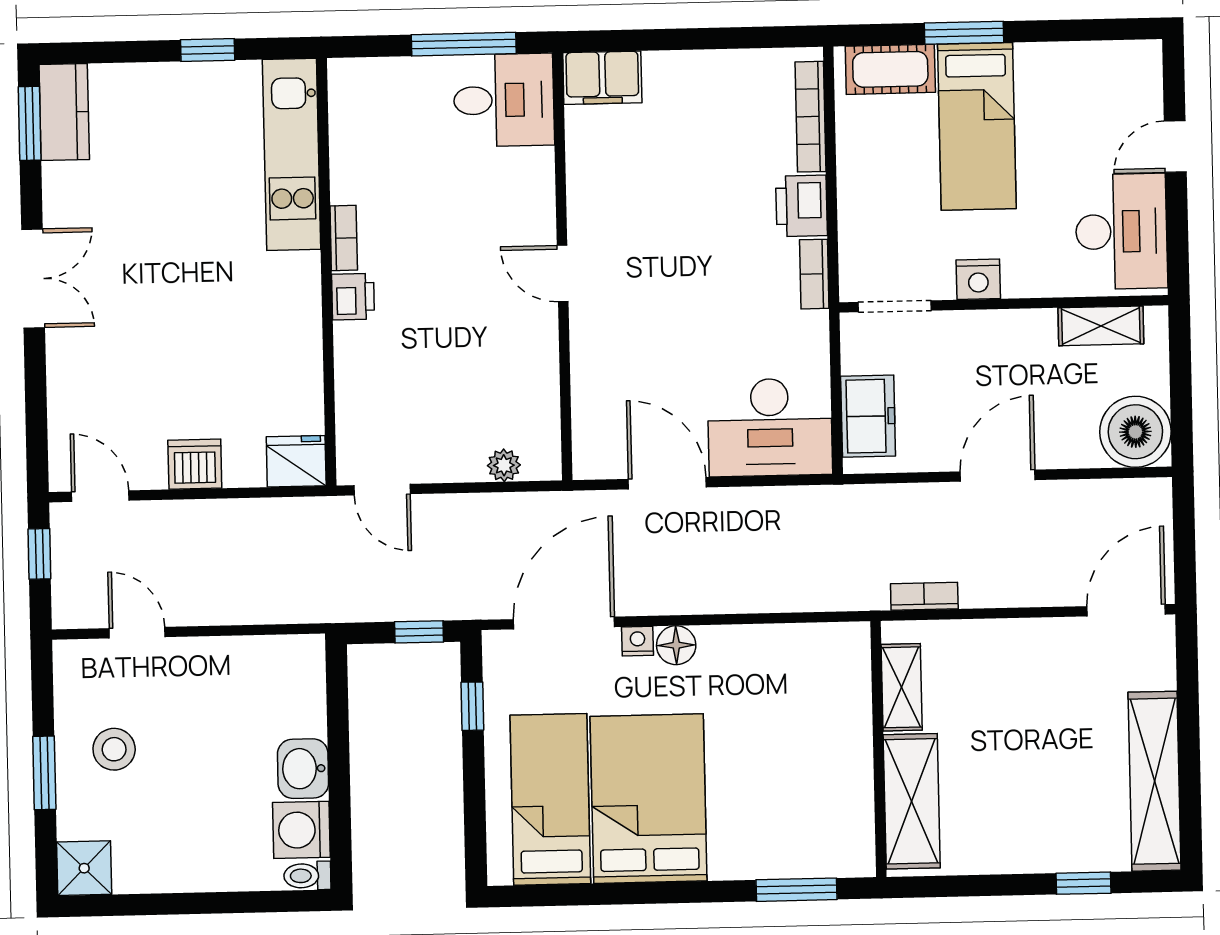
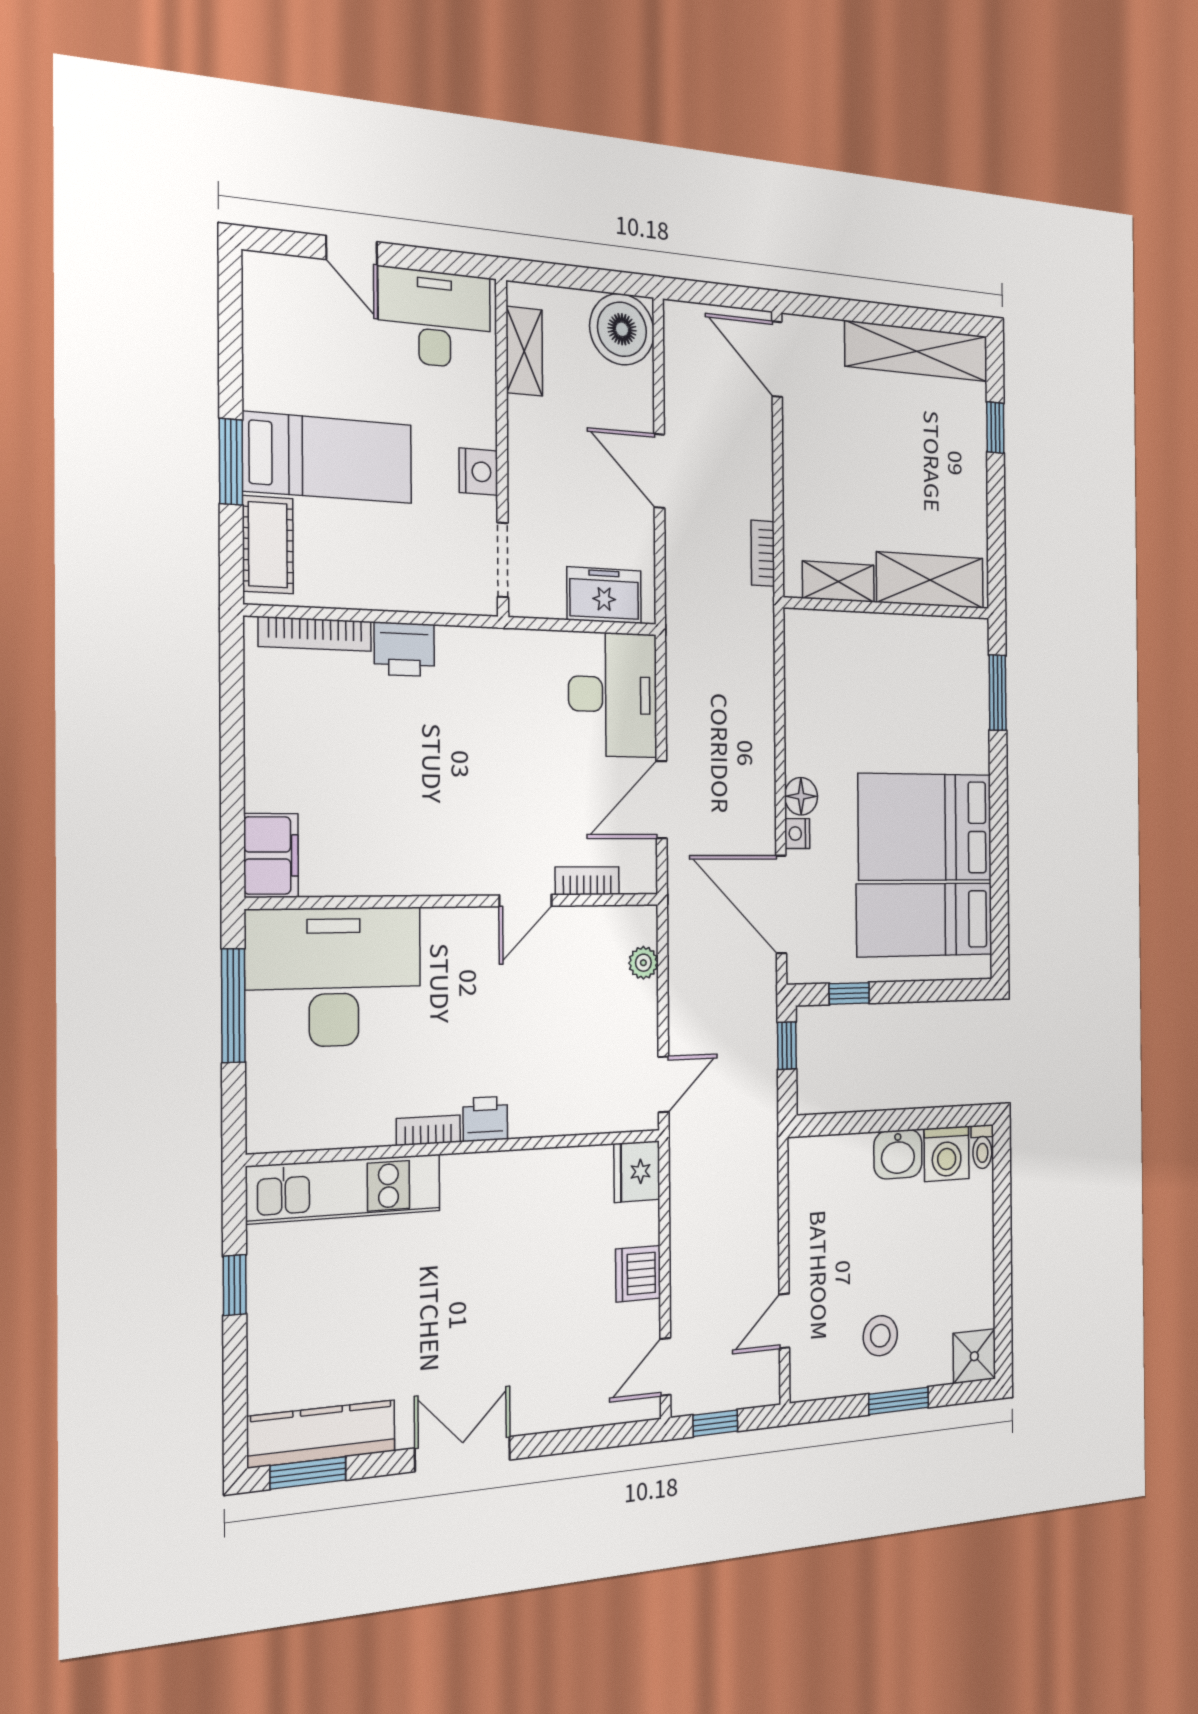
desk: (504, 100) -> (334, 977), width x1.87, depth x1.30
kitchen counter: (64, 112) -> (322, 1434), width x1.50
door: (563, 274) -> (526, 901), moved
bookcase: (814, 274) -> (587, 881), moved, turned 180

